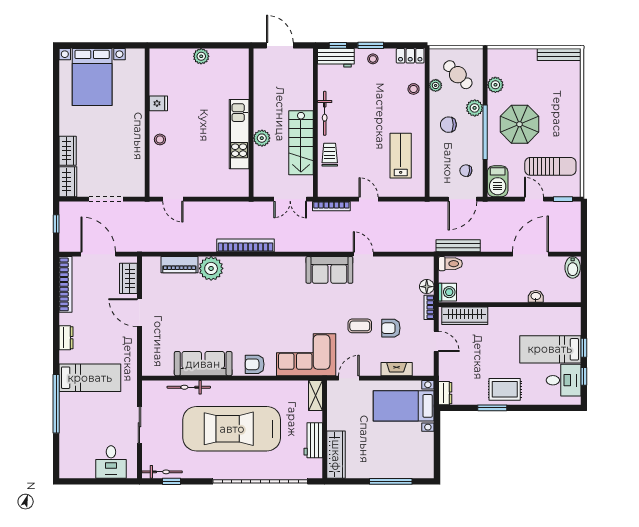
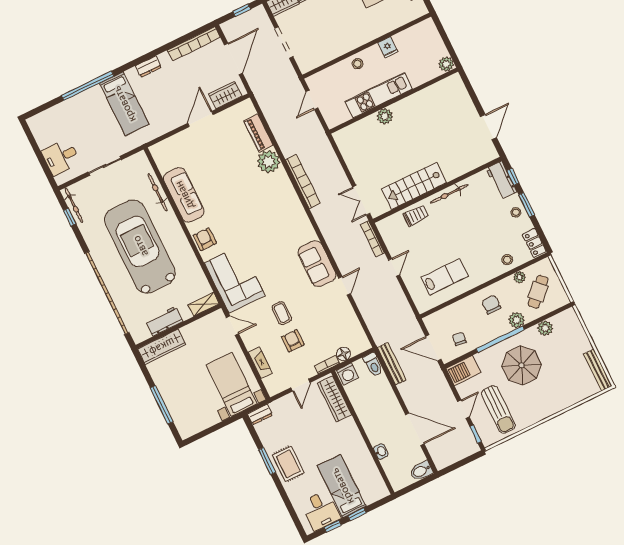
wall: (251, 123) -> (394, 101), moved
kitchen unit: (239, 134) -> (379, 95), moved
plant: (262, 138) -> (385, 116), moved

